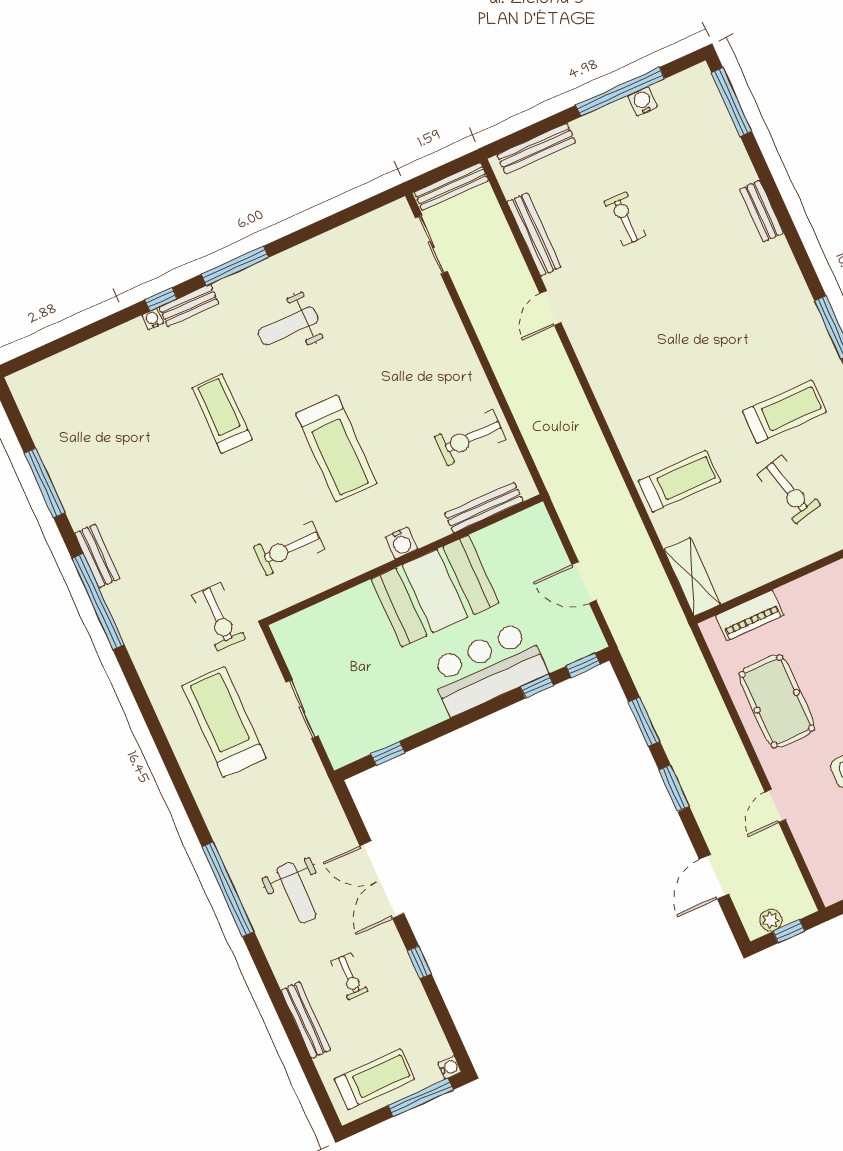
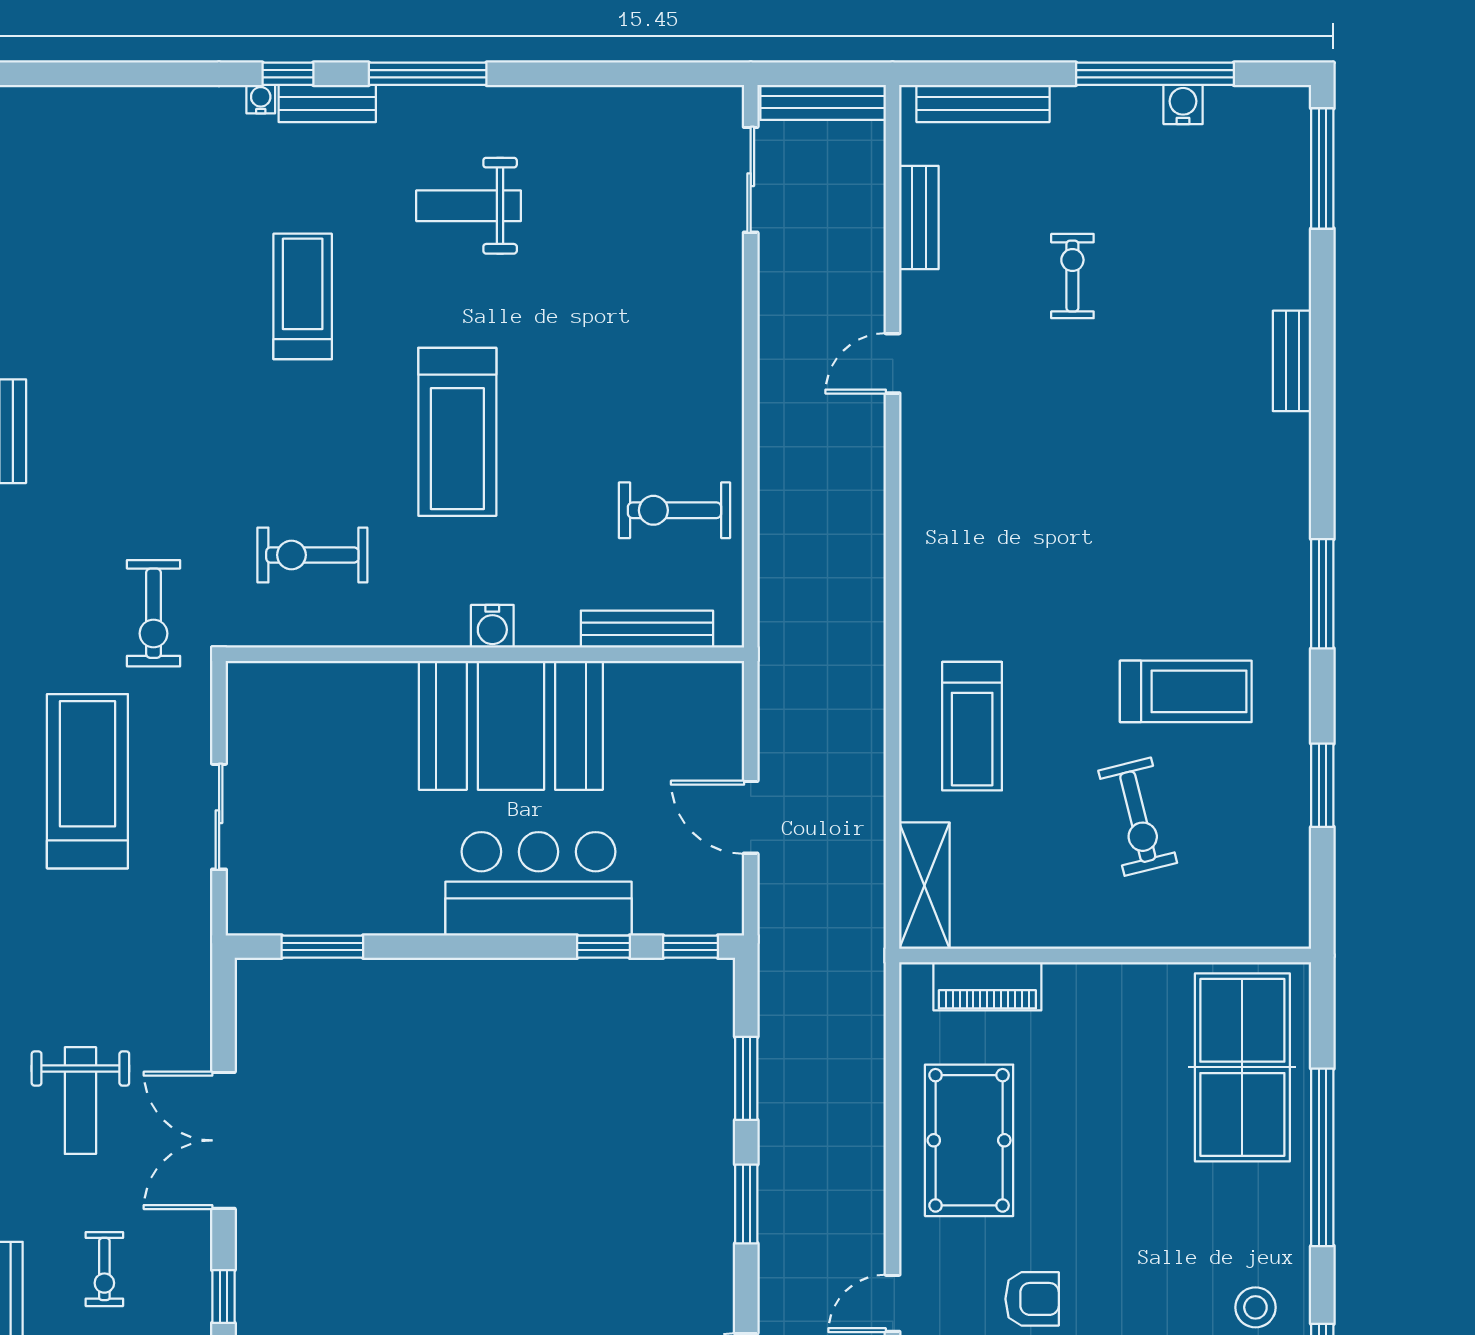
bench: (534, 234) -> (919, 217), width x0.73
treadmill: (679, 481) -> (972, 726), turned 90
window: (388, 753) -> (322, 947), width x1.50

